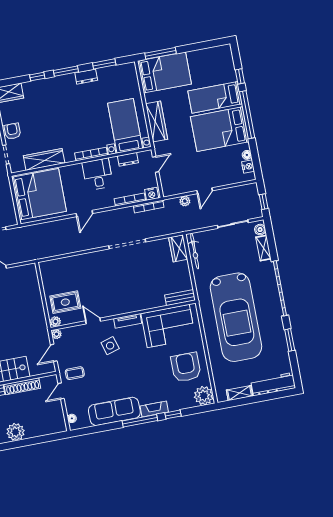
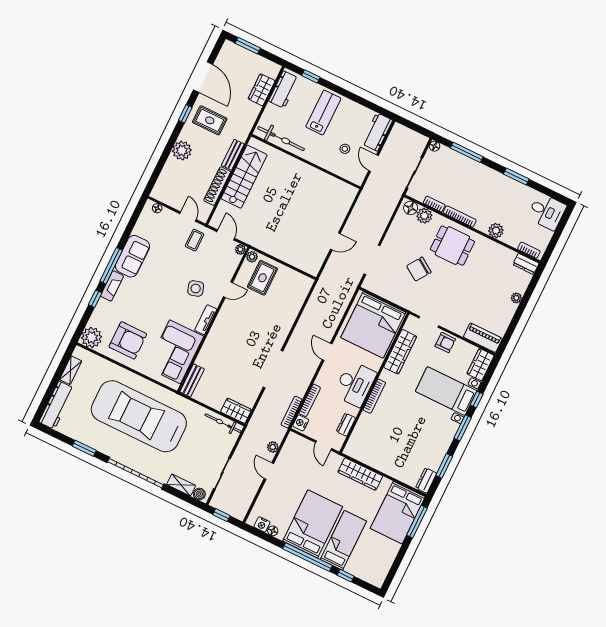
dresser: (86, 77) -> (426, 480), moved
bed with nightstands: (125, 126) -> (446, 391), moved, turned 180
desk: (98, 174) -> (355, 384), width x1.37
sofa: (114, 411) -> (133, 256), width x0.73

